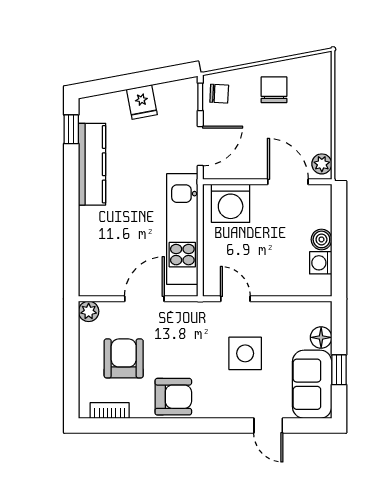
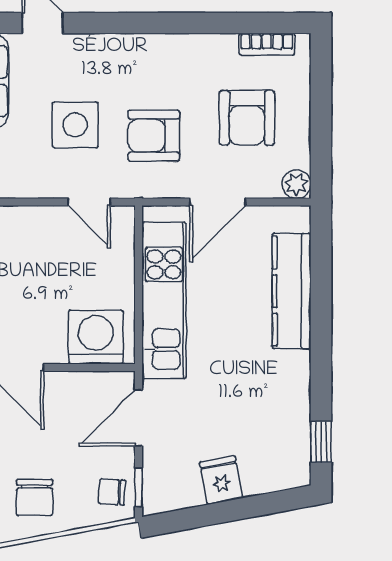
kitchen counter: (92, 164) -> (292, 291), moved
armchair: (173, 397) -> (154, 136), moved

